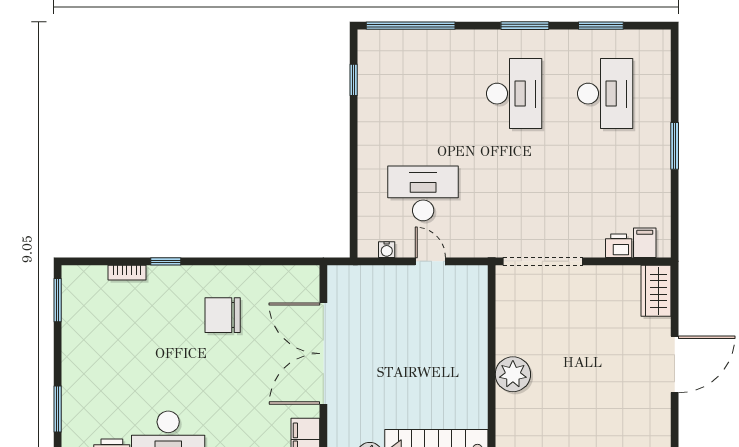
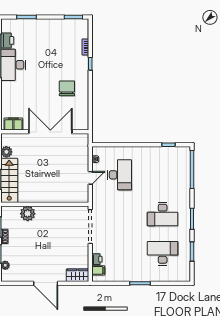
desk: (605, 94) -> (163, 253), turned 180
plant: (513, 374) -> (28, 214), moved

